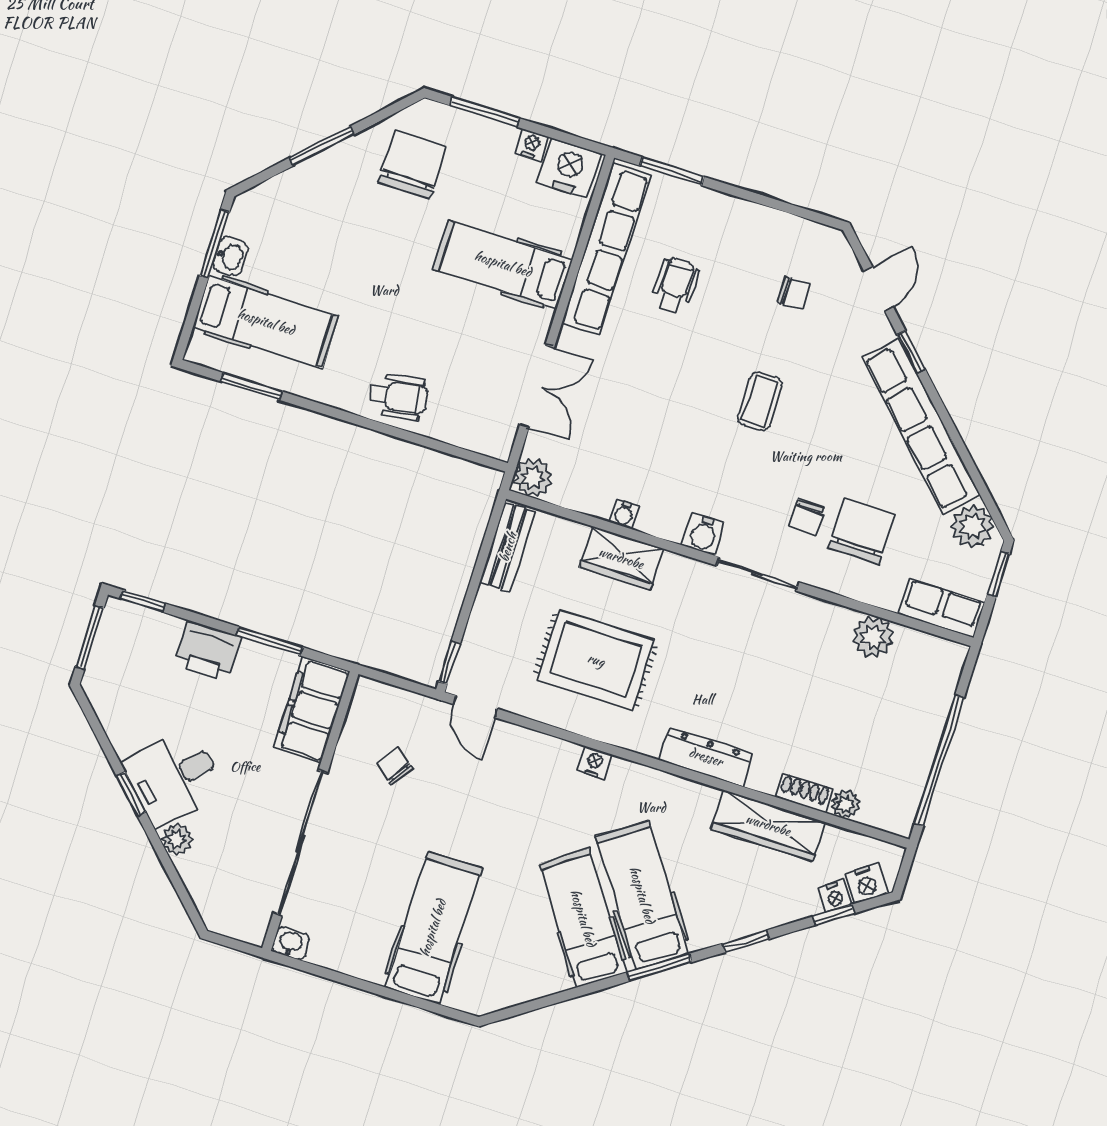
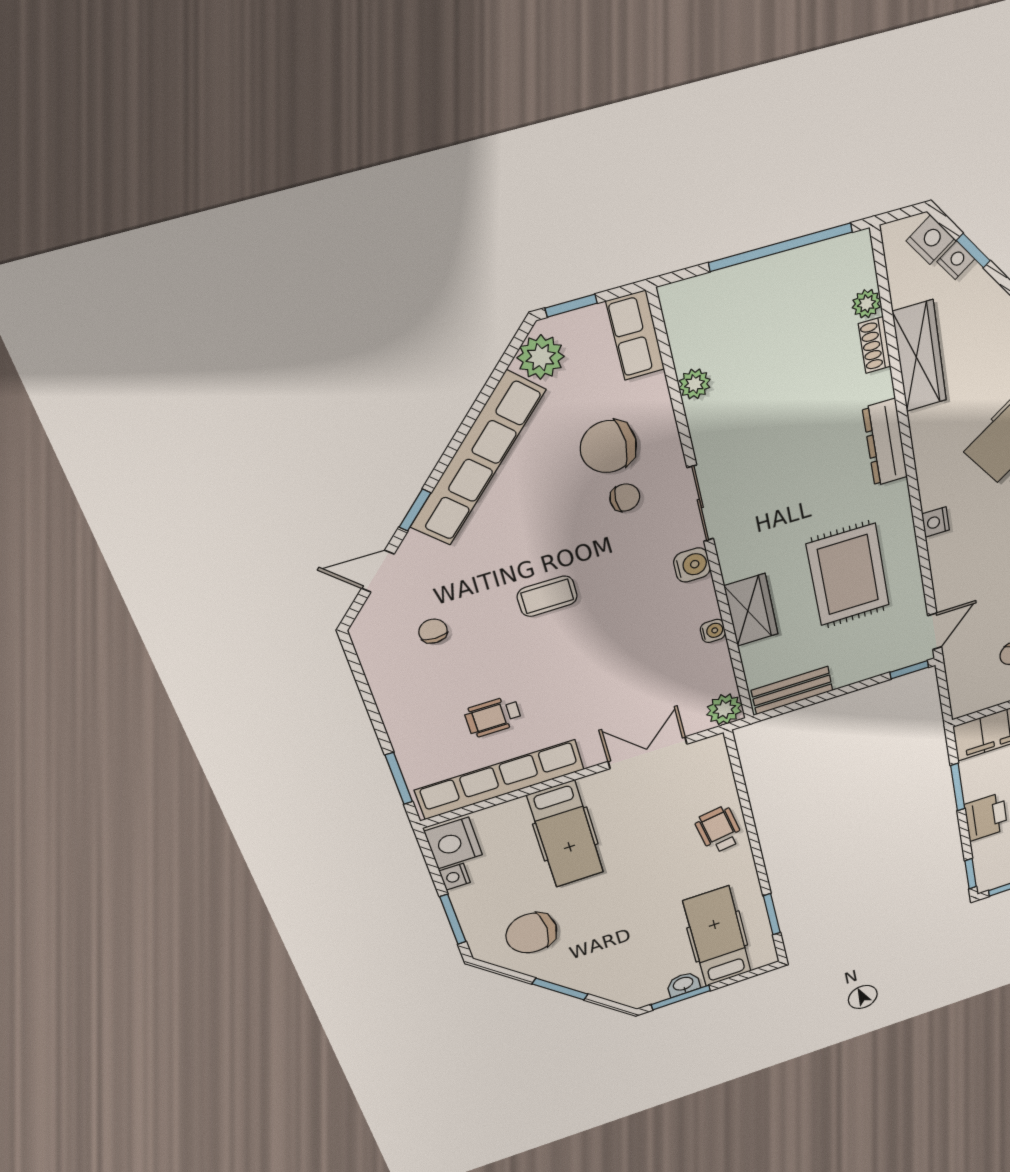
plant: (873, 637) -> (695, 384), width x0.73, depth x0.73

